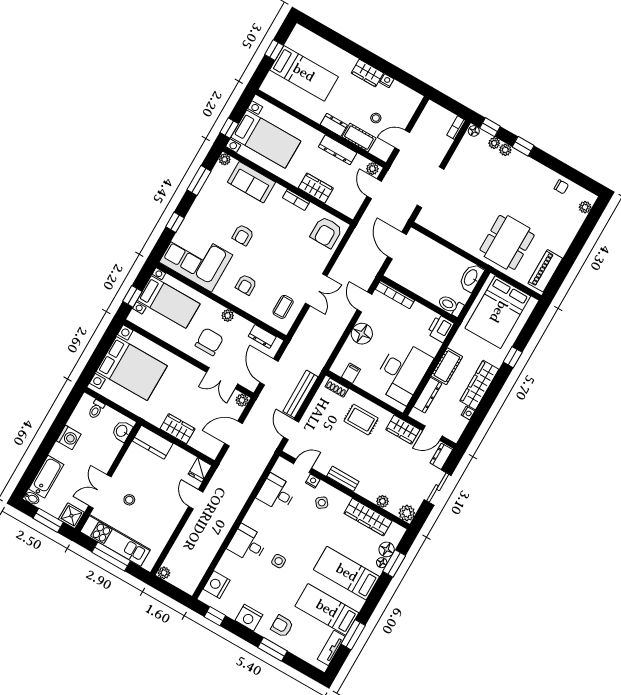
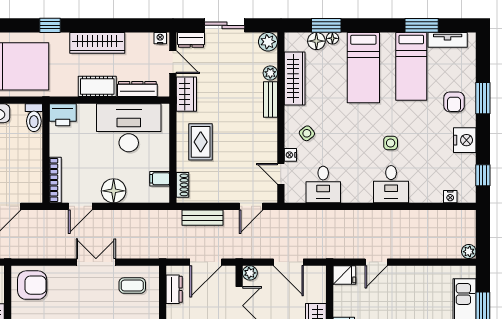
bench: (300, 394) -> (202, 218), width x0.73
nightstand: (468, 413) -> (160, 38), moved
bench: (343, 479) -> (271, 99), moved
nightstand: (217, 585) -> (450, 197), width x0.53, depth x0.56

